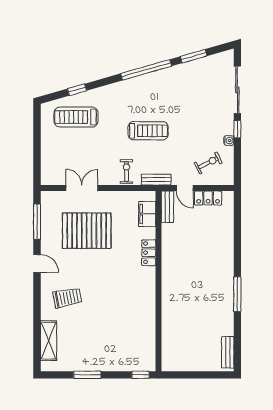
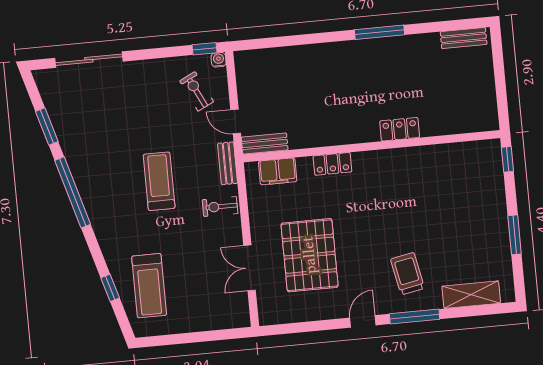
window: (237, 129) -> (204, 49), moved
water cooler: (229, 141) -> (219, 60), moved
door: (185, 188) -> (236, 121), swing flipped
locker: (208, 198) -> (400, 129), moved, turned -90
window: (37, 222) -> (415, 317), moved

